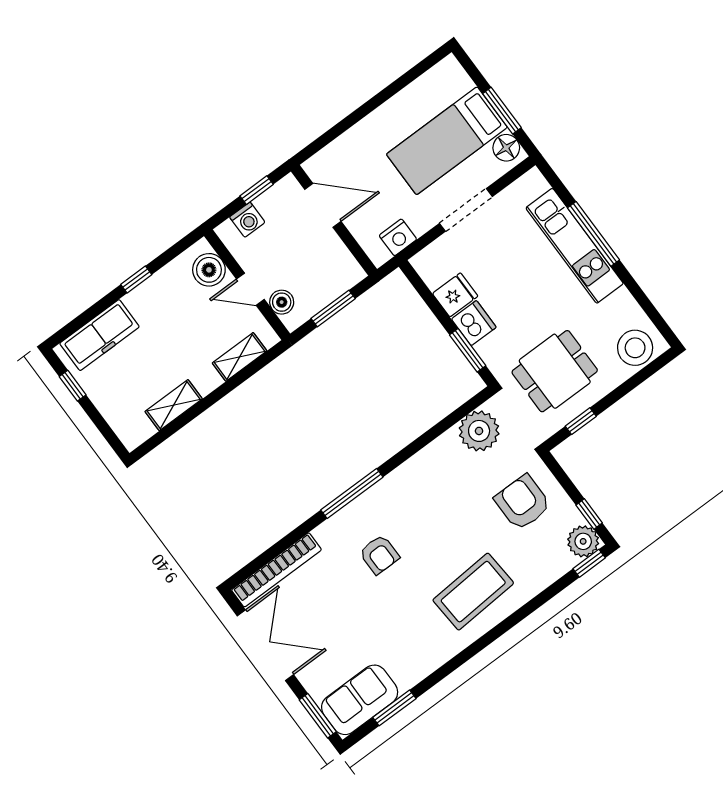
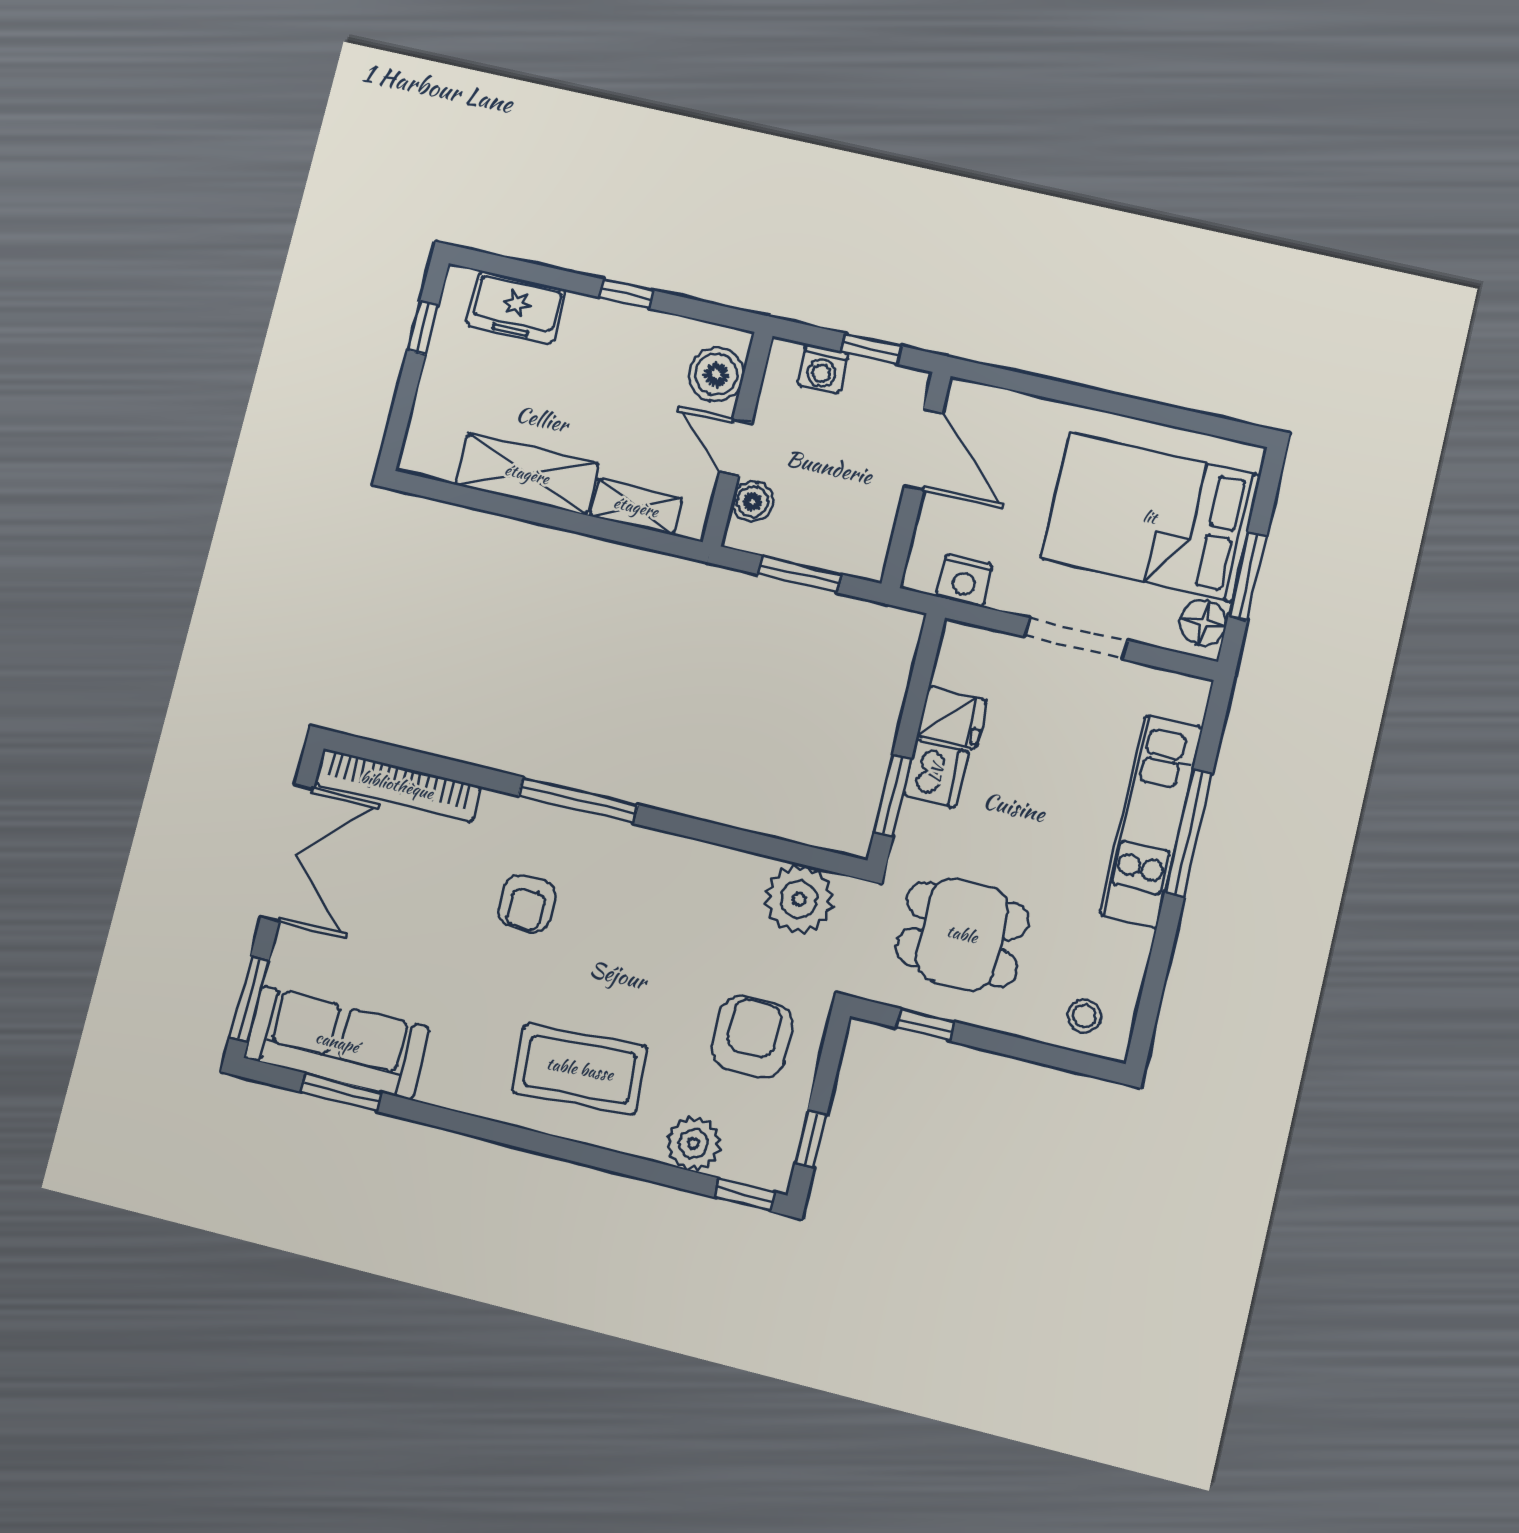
bed: (447, 141) -> (1150, 517), width x1.50
freezer: (99, 335) -> (516, 307), width x0.71
stool: (635, 348) -> (1084, 1016), width x0.53, depth x0.53
shelving: (174, 405) -> (527, 474), width x1.50, depth x1.33
plant: (583, 541) -> (694, 1143), moved
sofa: (360, 700) -> (337, 1042), width x1.36

